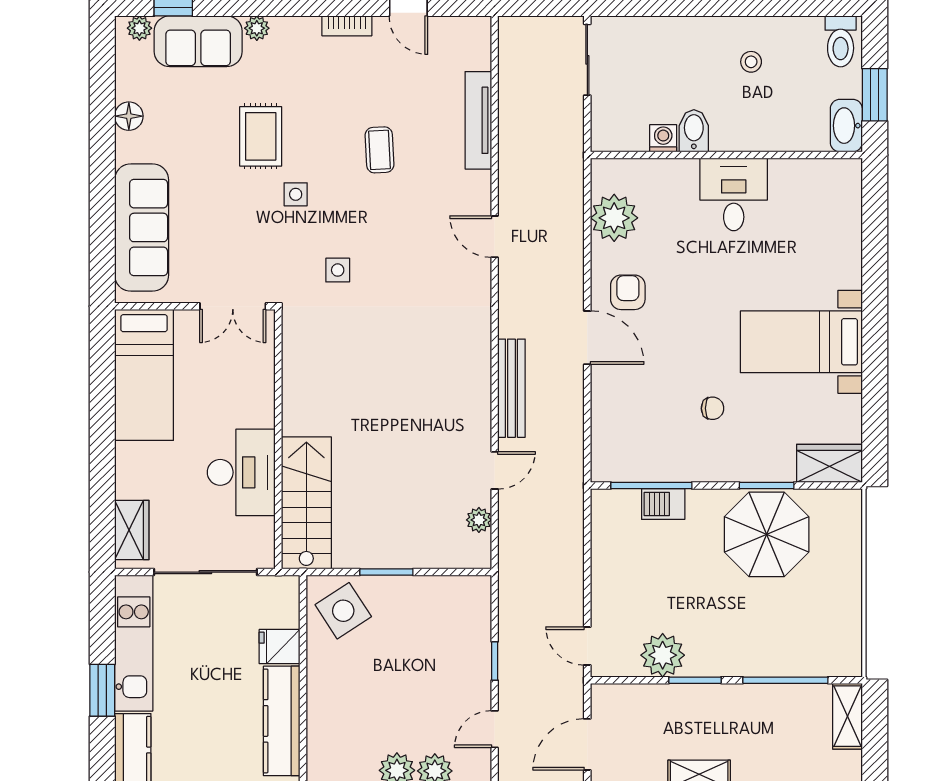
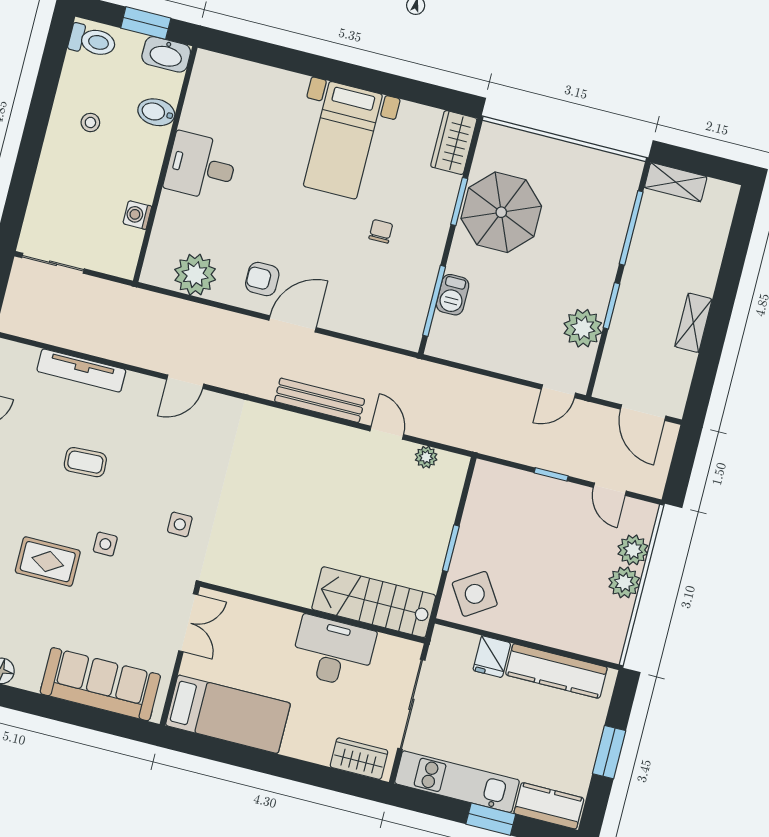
bidet: (694, 131) -> (156, 112), moved

